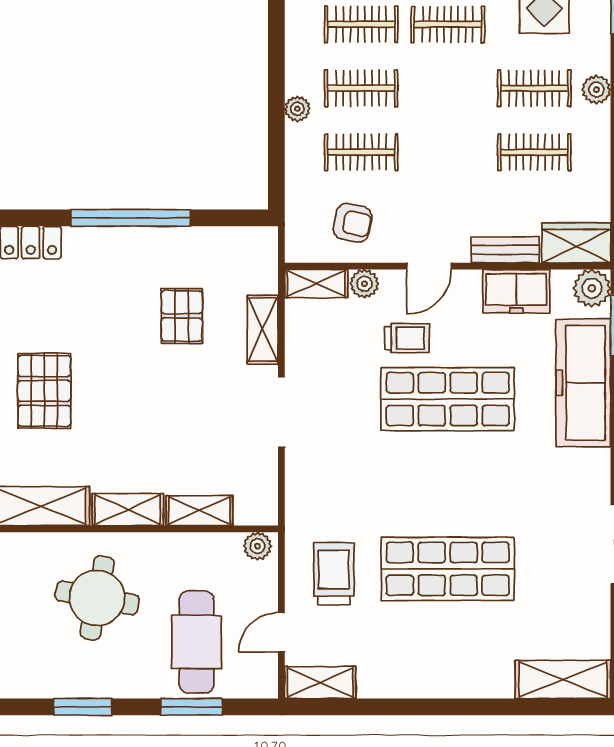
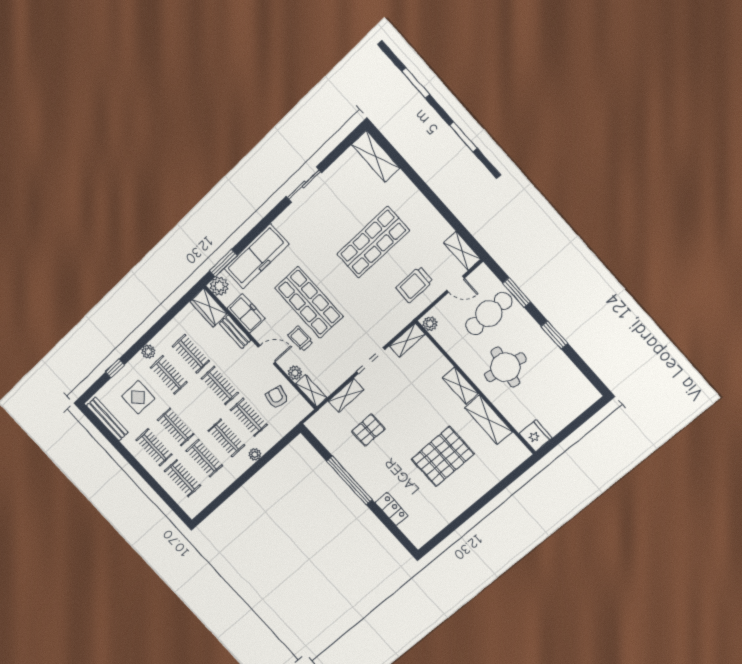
clothes rail: (448, 152) -> (220, 386), added
pallet: (44, 391) -> (443, 457), width x1.37, depth x1.41
shelving: (199, 511) -> (407, 340), moved, turned 90
shop shelf: (448, 569) -> (373, 242), turned 90

